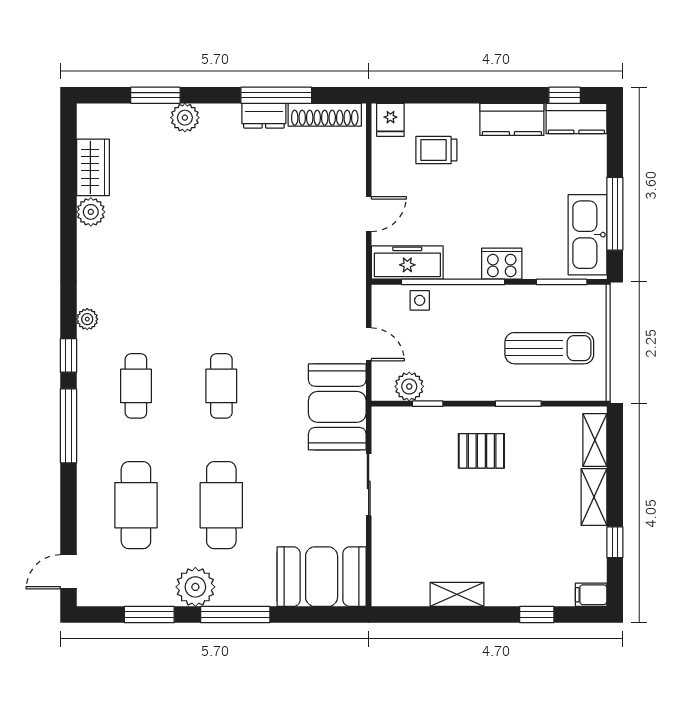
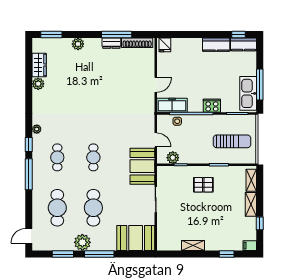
window: (155, 95) -> (51, 35), moved
trolley: (436, 150) -> (184, 58), removed

